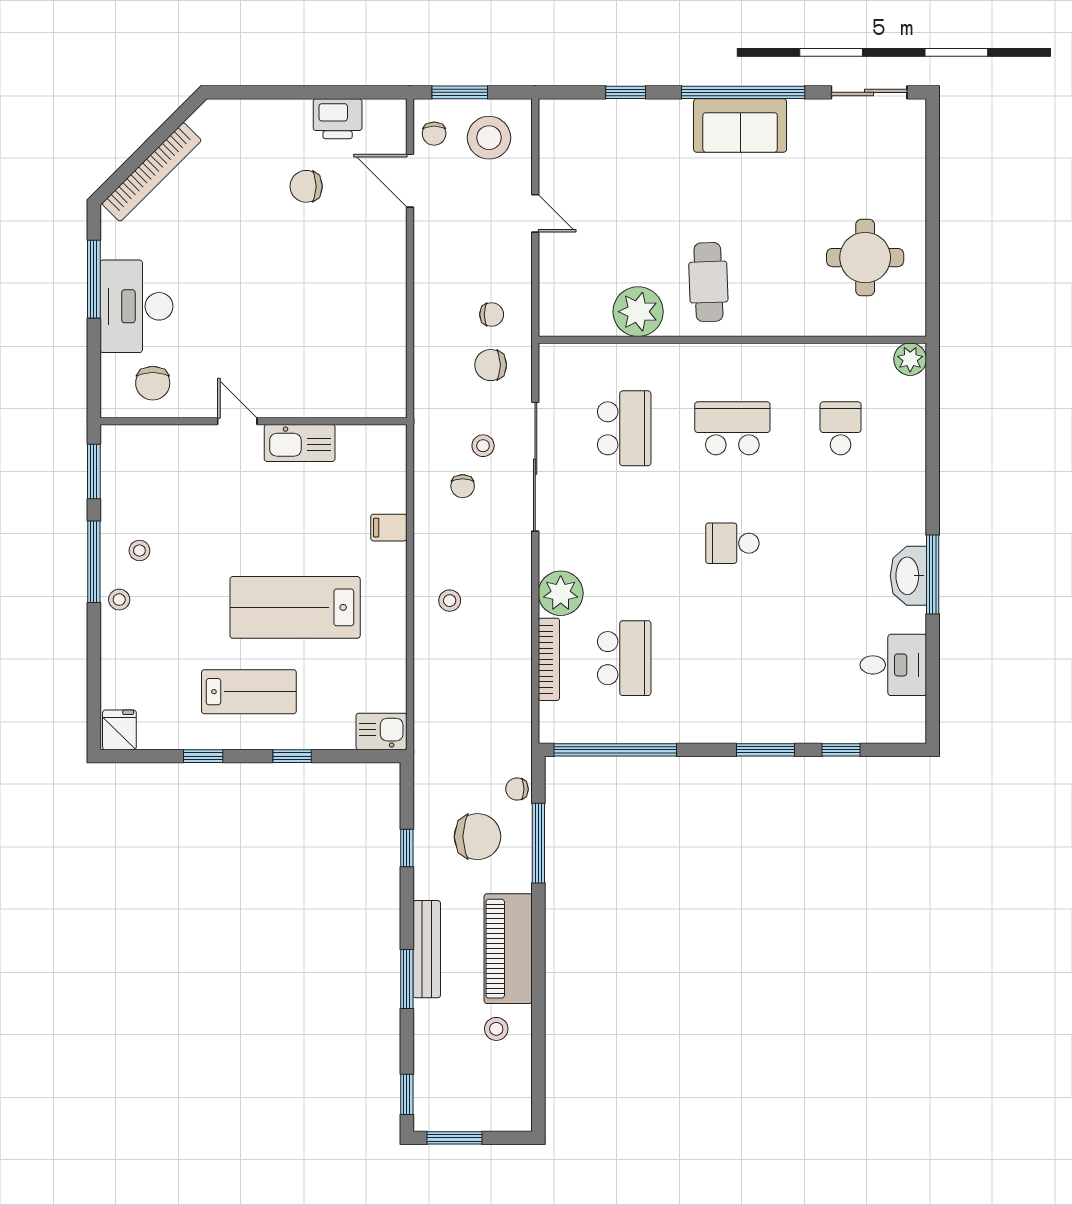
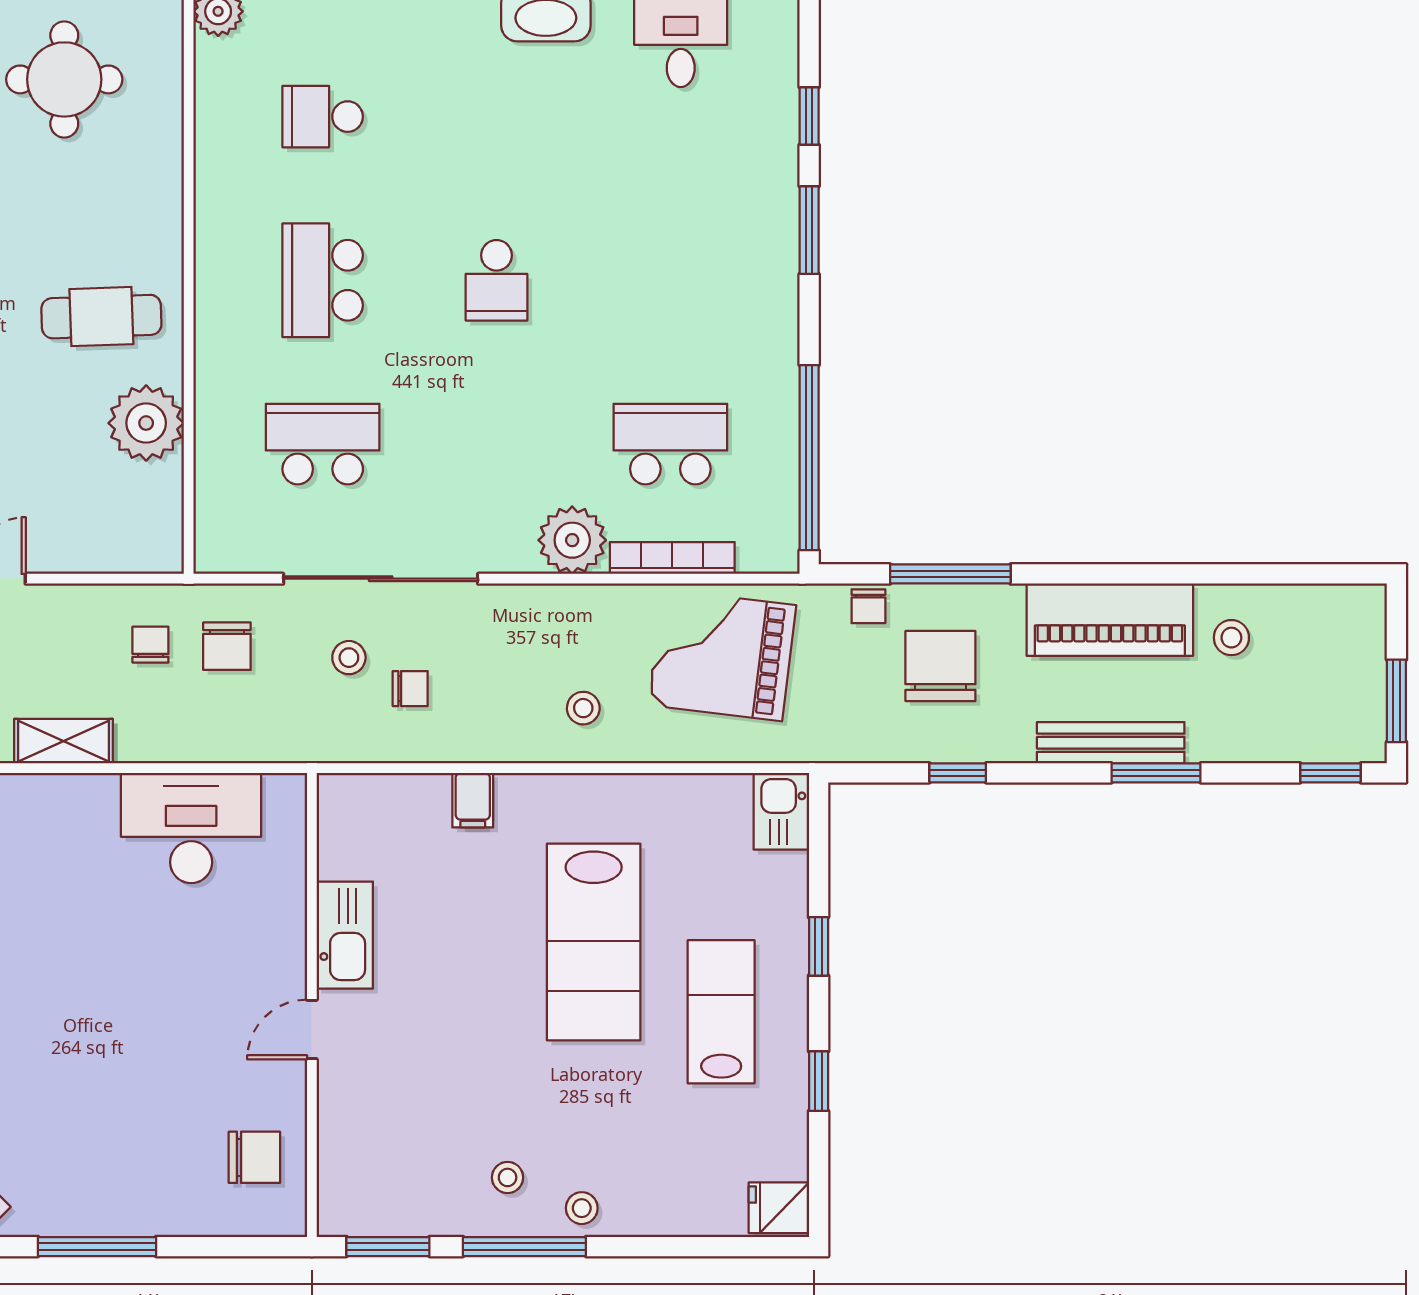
shelving: (428, 257) -> (63, 741), added
desk: (136, 306) -> (191, 828), moved, turned 180
grand piano: (485, 692) -> (722, 655), added

